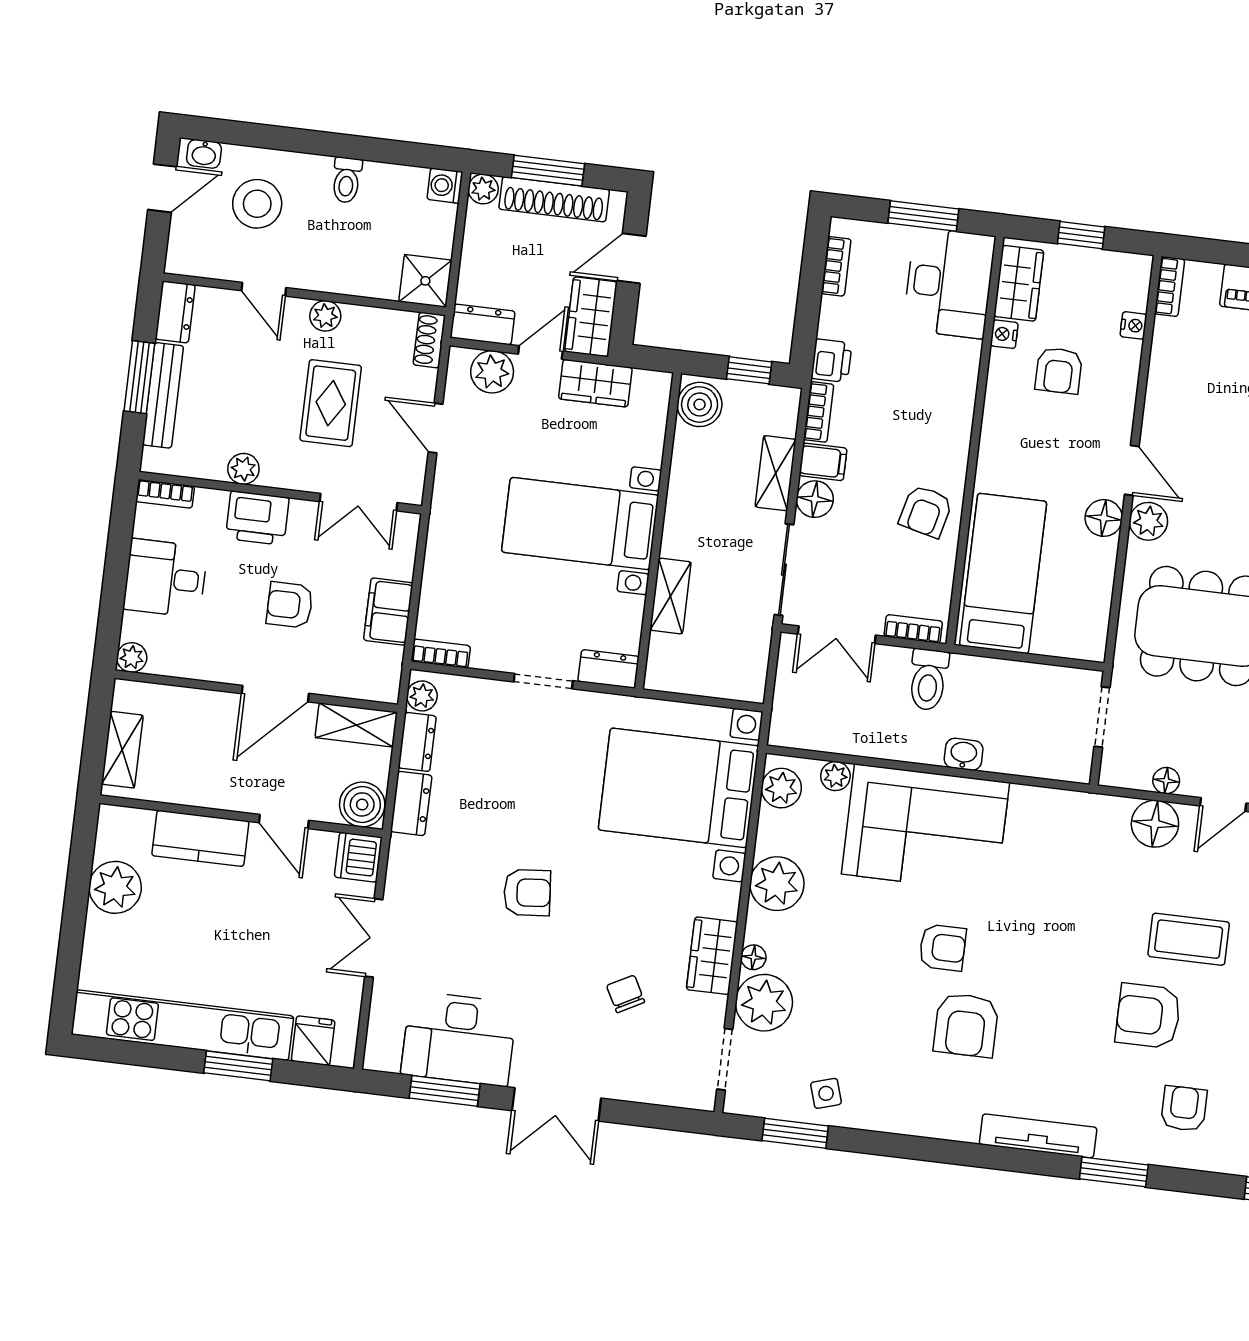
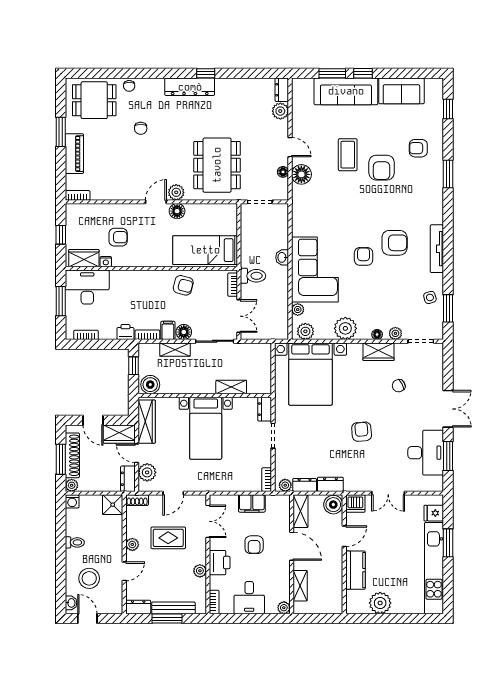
nightstand: (1133, 325) -> (96, 208), removed
wardrobe: (595, 383) -> (147, 422), width x1.50
shelving: (122, 750) -> (300, 586), moved, turned 90
plant: (764, 1003) -> (395, 333), width x0.53, depth x0.53
tv unit: (1038, 1136) -> (437, 249), moved

